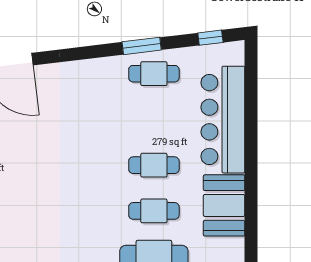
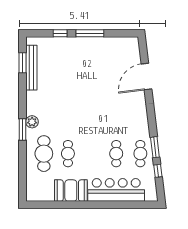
window: (210, 38) -> (158, 171), moved
cafe table: (154, 165) -> (116, 154), moved

